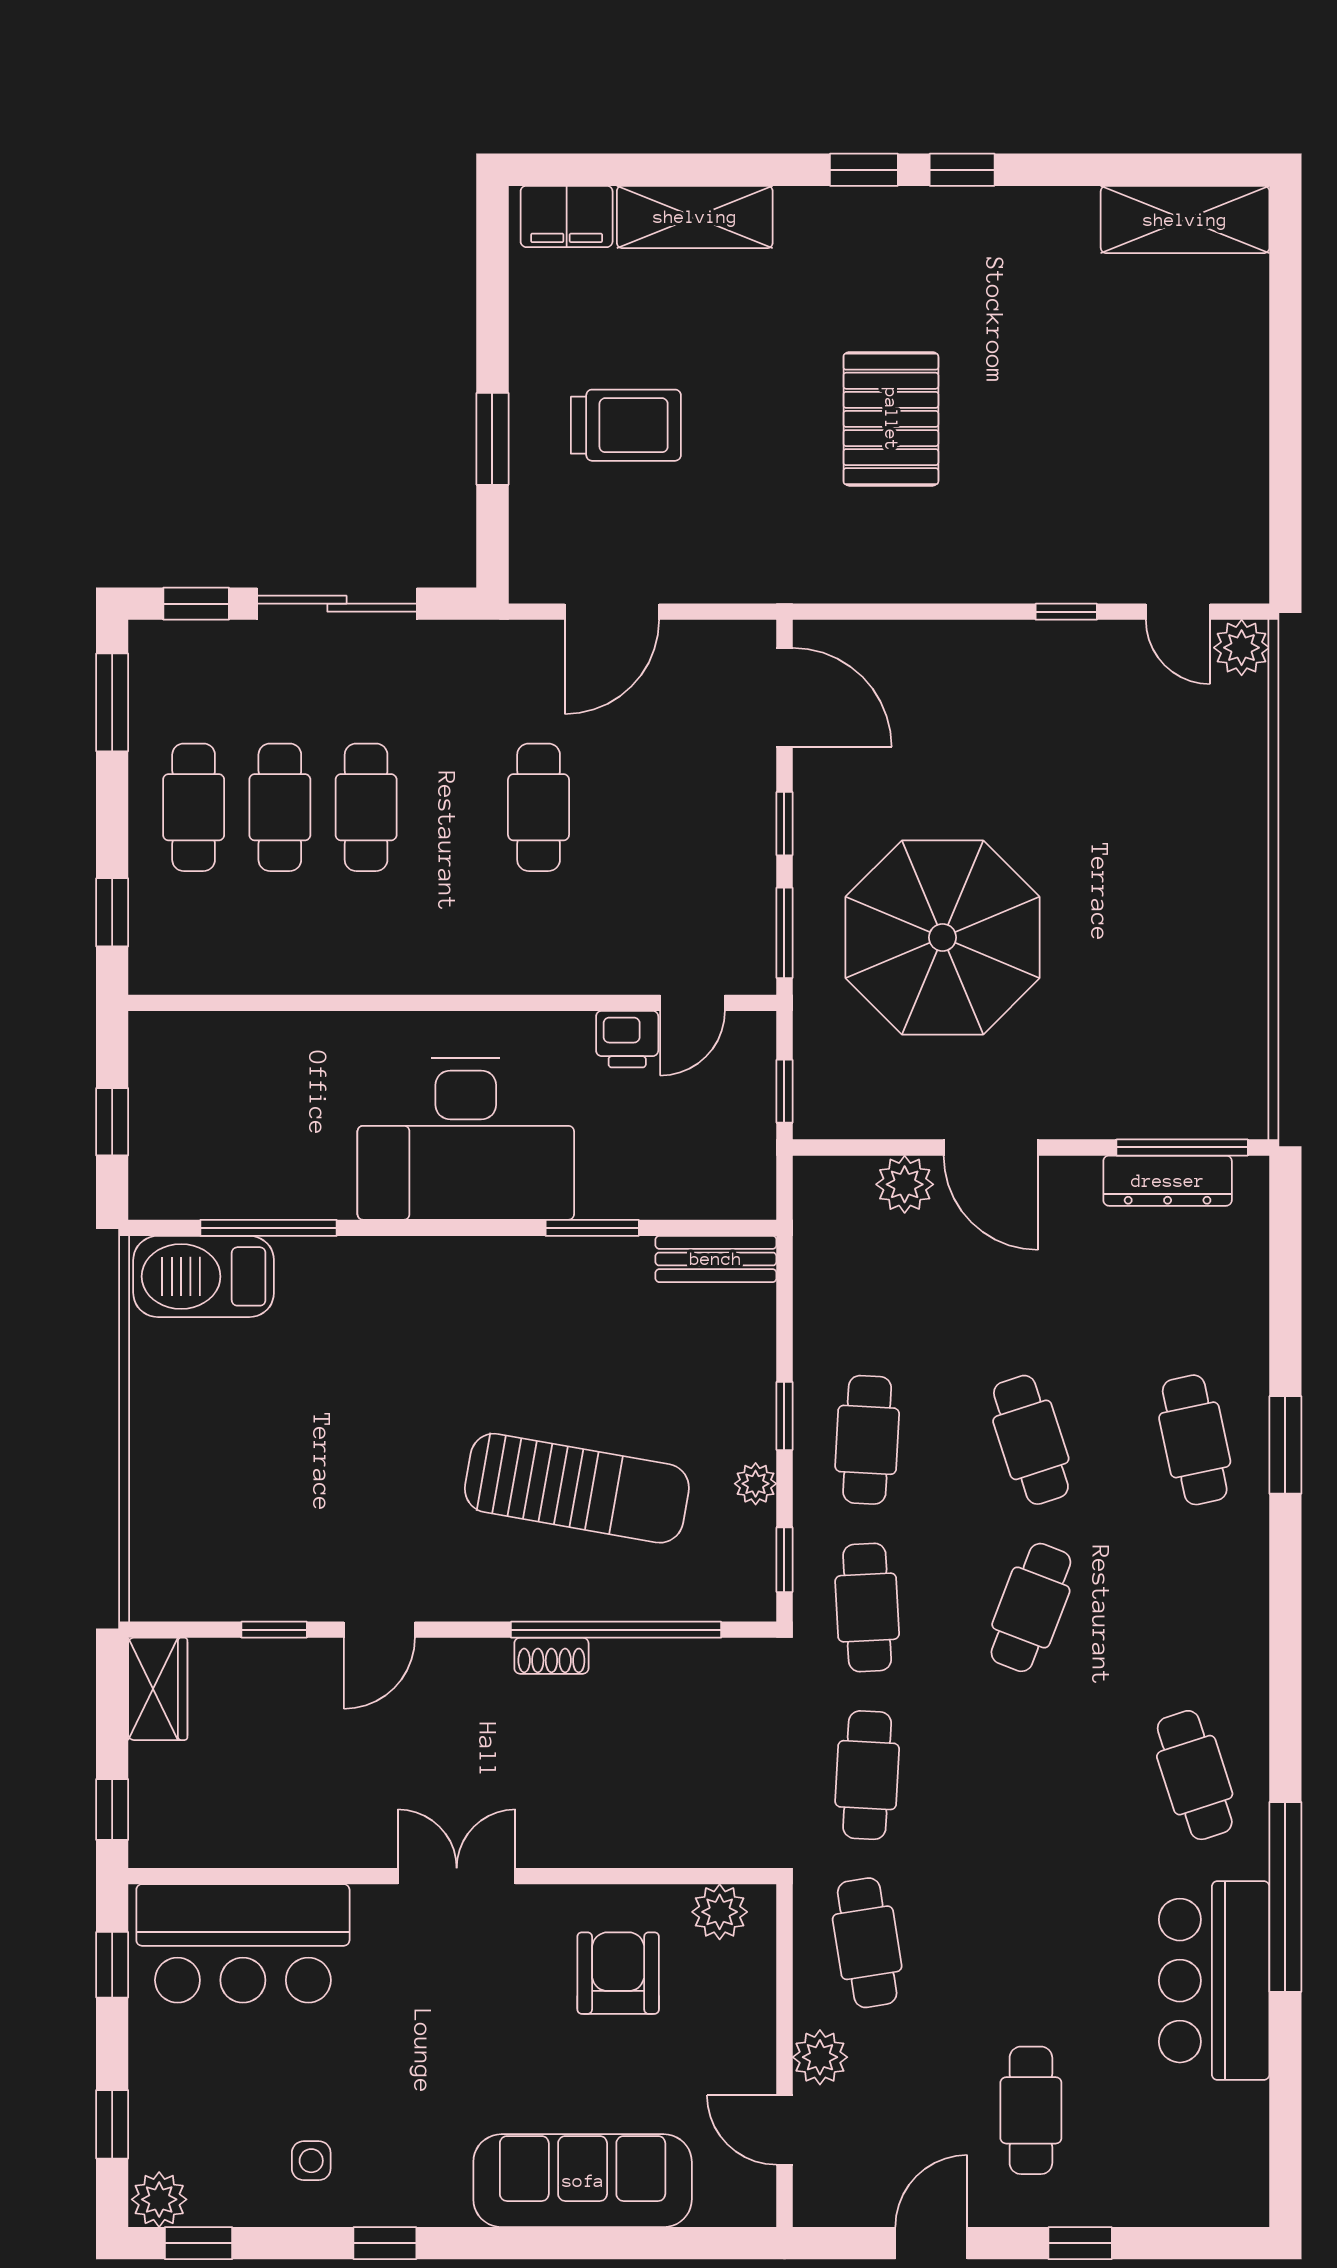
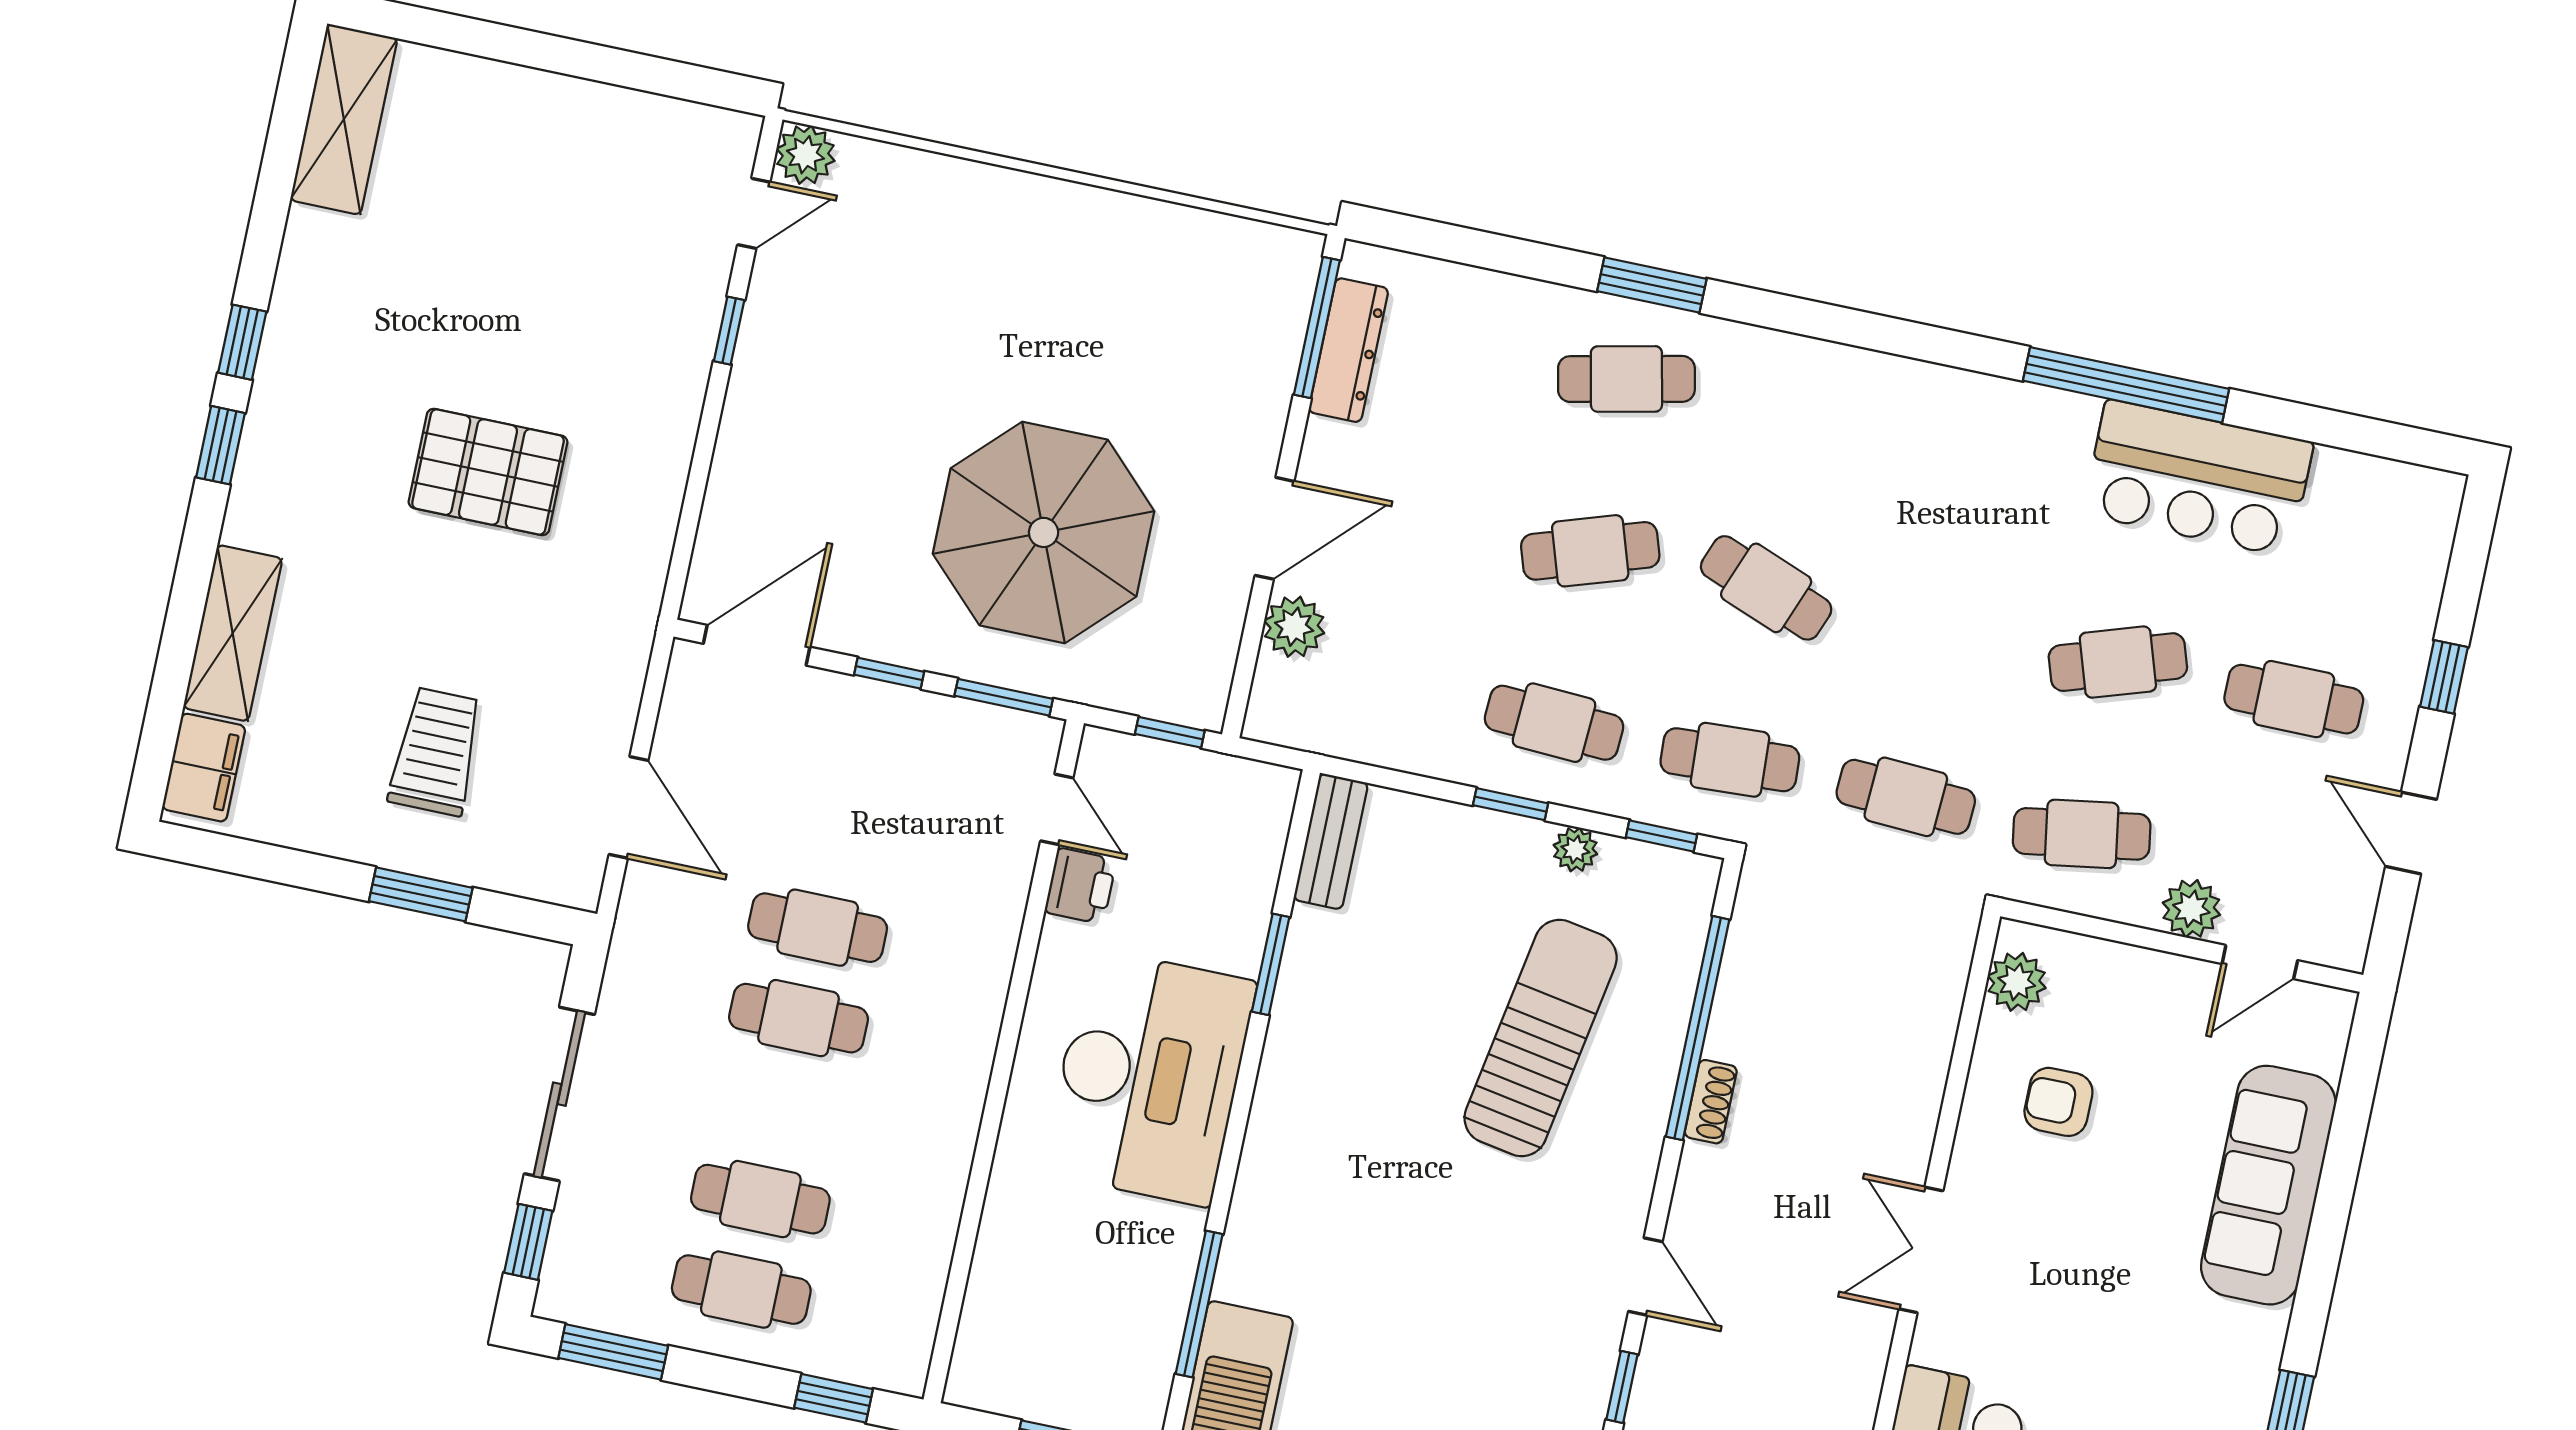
cafe table: (366, 807) -> (799, 1018), moved
cafe table: (1195, 1775) -> (2118, 662), moved
armchair: (618, 1973) -> (2058, 1102), width x0.72, depth x0.72

